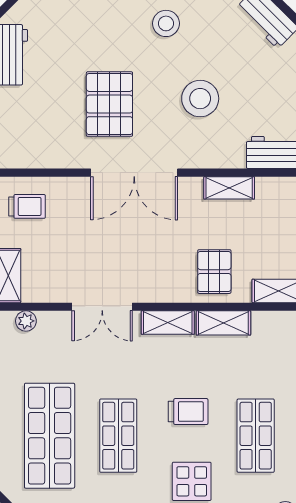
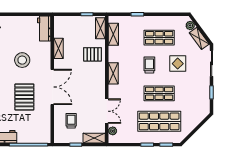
pallet: (109, 104) -> (24, 97), turned 90
trolley: (27, 206) -> (71, 121), moved
double door: (102, 307) -> (107, 111), moved
shelving: (223, 323) -> (113, 34), moved

